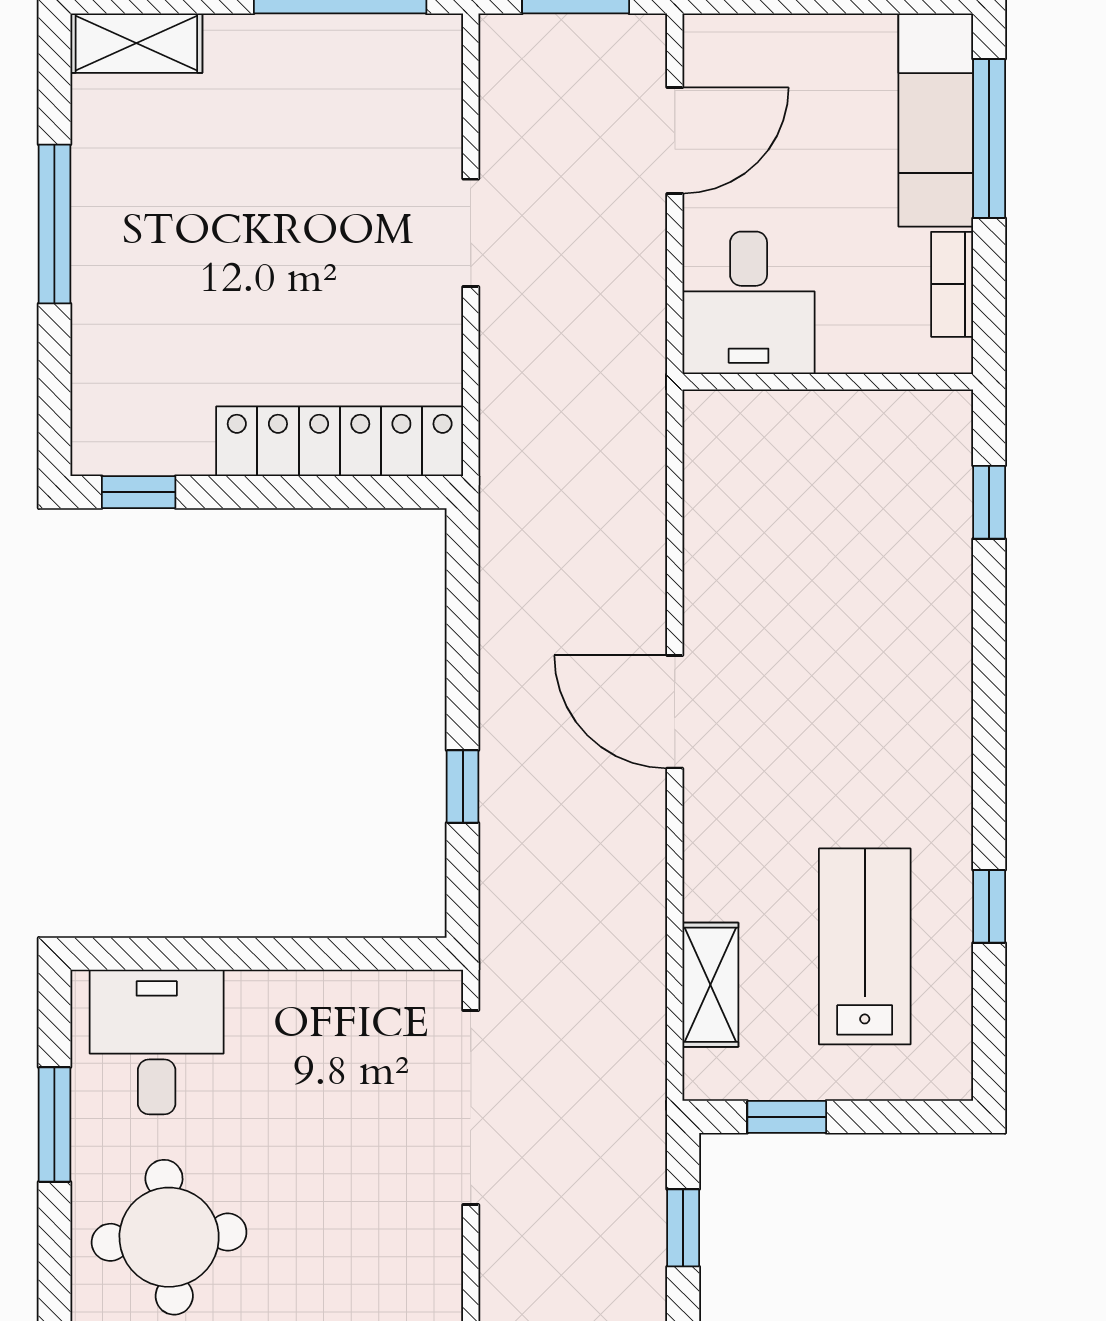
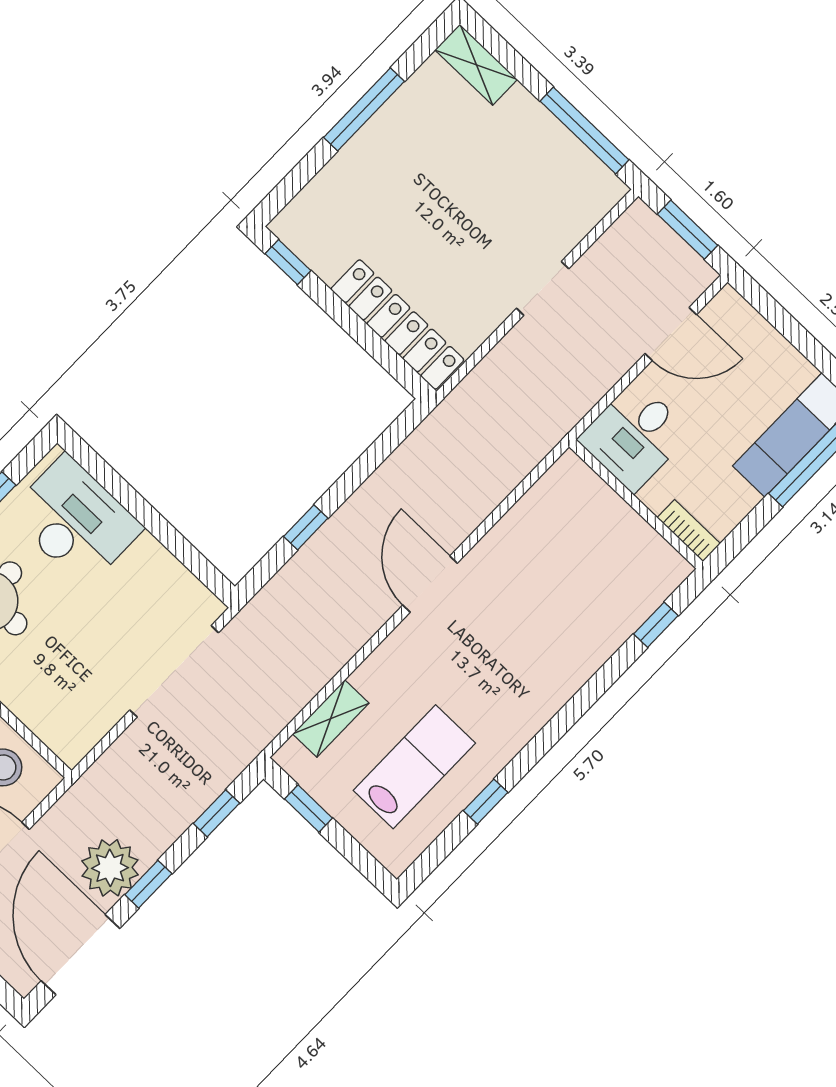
bookcase: (952, 284) -> (689, 531), moved, turned 90
desk: (157, 1042) -> (75, 521), width x1.37

